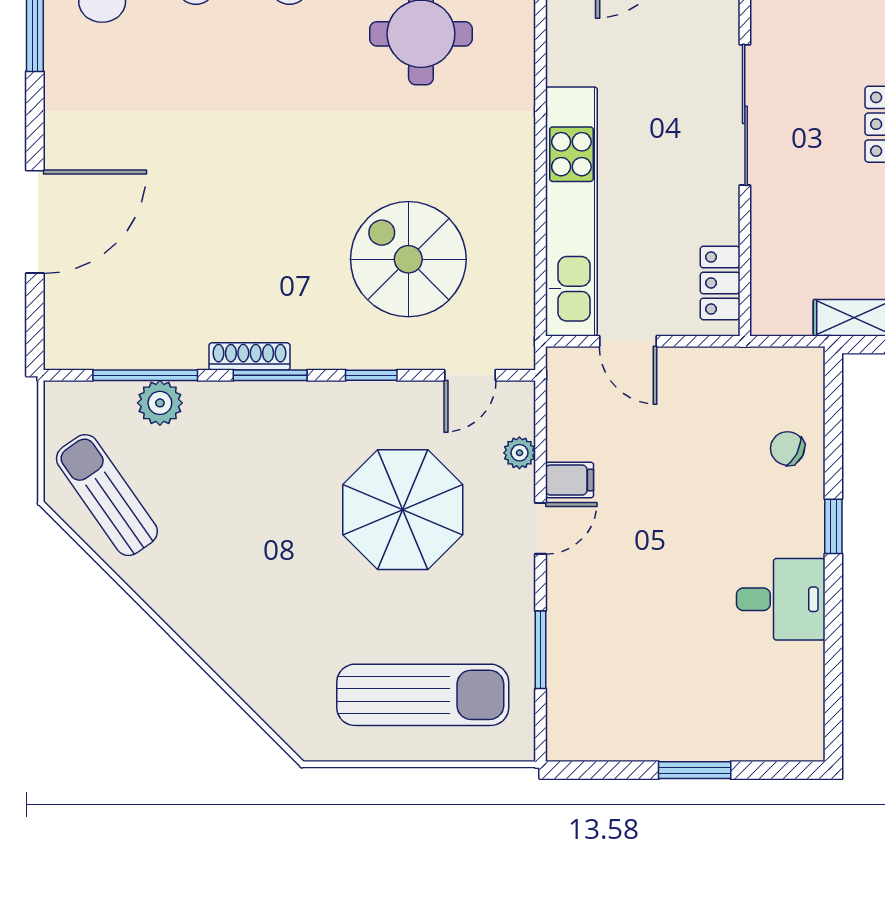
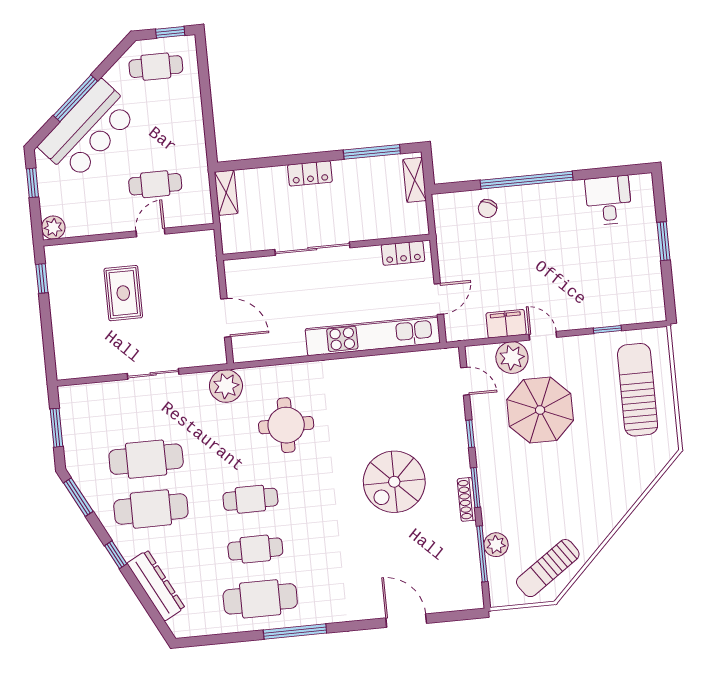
door: (35, 222) -> (406, 621), width x0.73
spiral stairs: (408, 259) -> (394, 482), moved
plant: (519, 453) -> (512, 358), width x1.88, depth x1.88
filing cabinet: (570, 480) -> (506, 324), width x2.00
window: (833, 526) -> (527, 180), width x3.17
desk: (781, 599) -> (608, 200), moved
window: (541, 650) -> (607, 329), width x0.67

